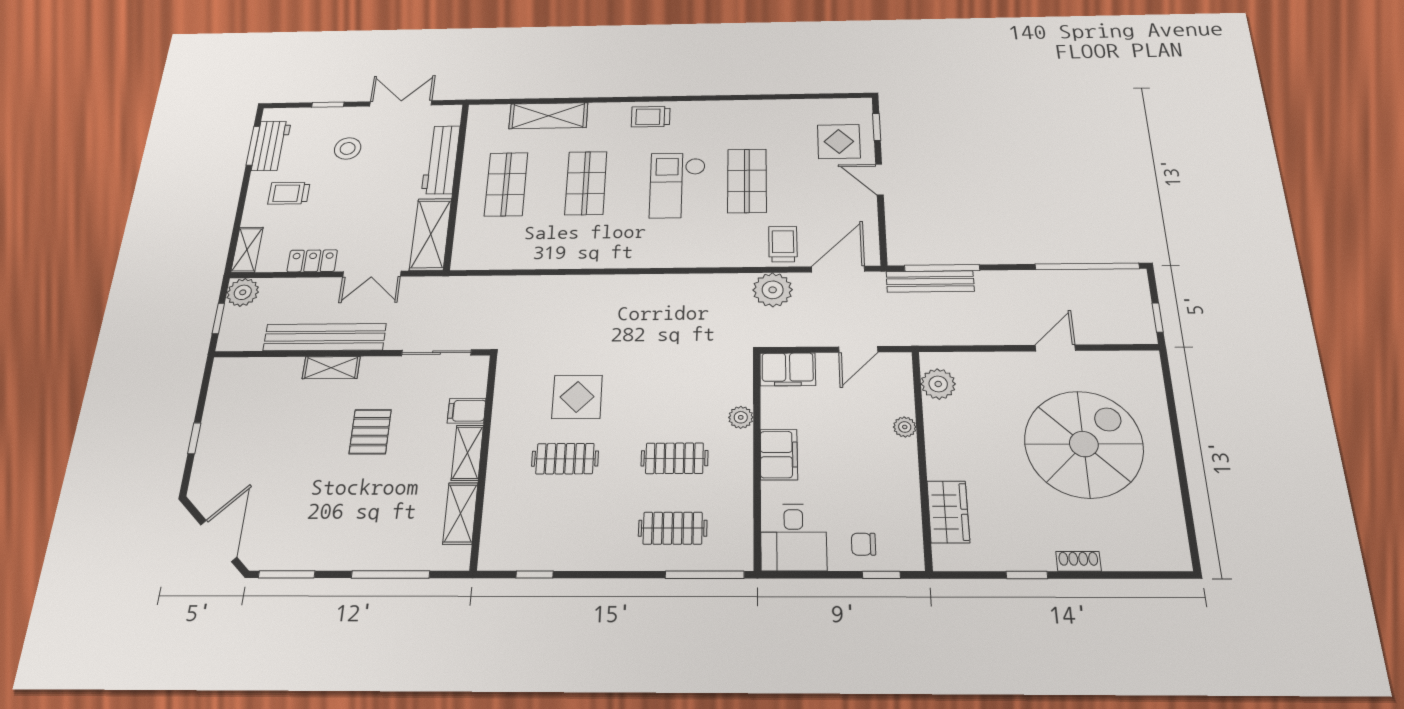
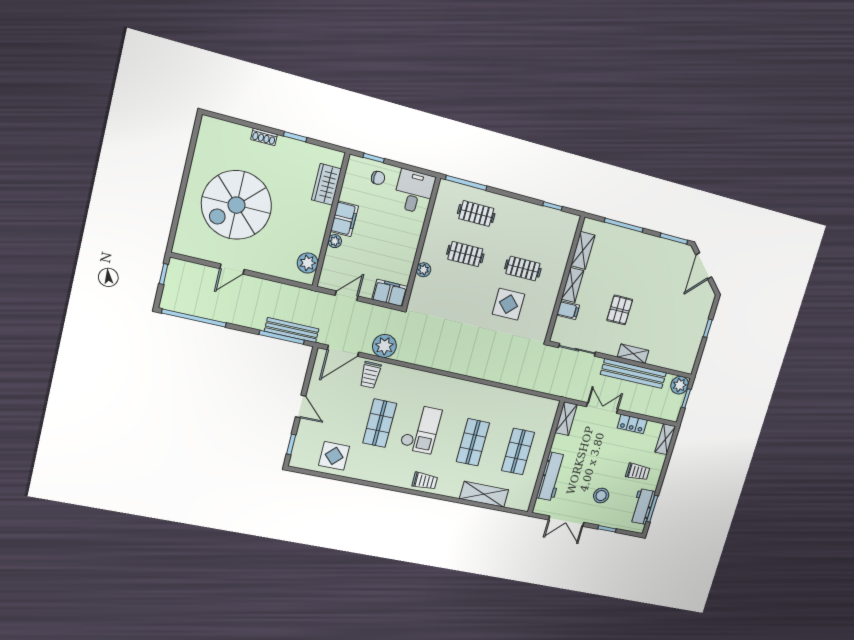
display table: (839, 142) -> (334, 456), moved
shelving: (431, 234) -> (566, 419), width x0.67, depth x0.75
plant: (243, 292) -> (680, 385), moved
filing cabinet: (779, 455) -> (344, 219), moved, turned 180

